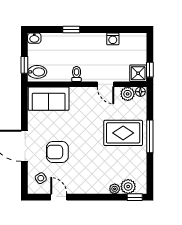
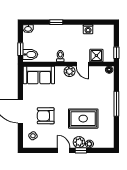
shower: (138, 73) -> (96, 56), moved
plant: (128, 94) -> (70, 71), moved
rug: (123, 133) -> (83, 119), moved
plant: (128, 186) -> (79, 142), moved
door: (59, 197) -> (64, 150), moved
window: (135, 197) -> (81, 150), moved

